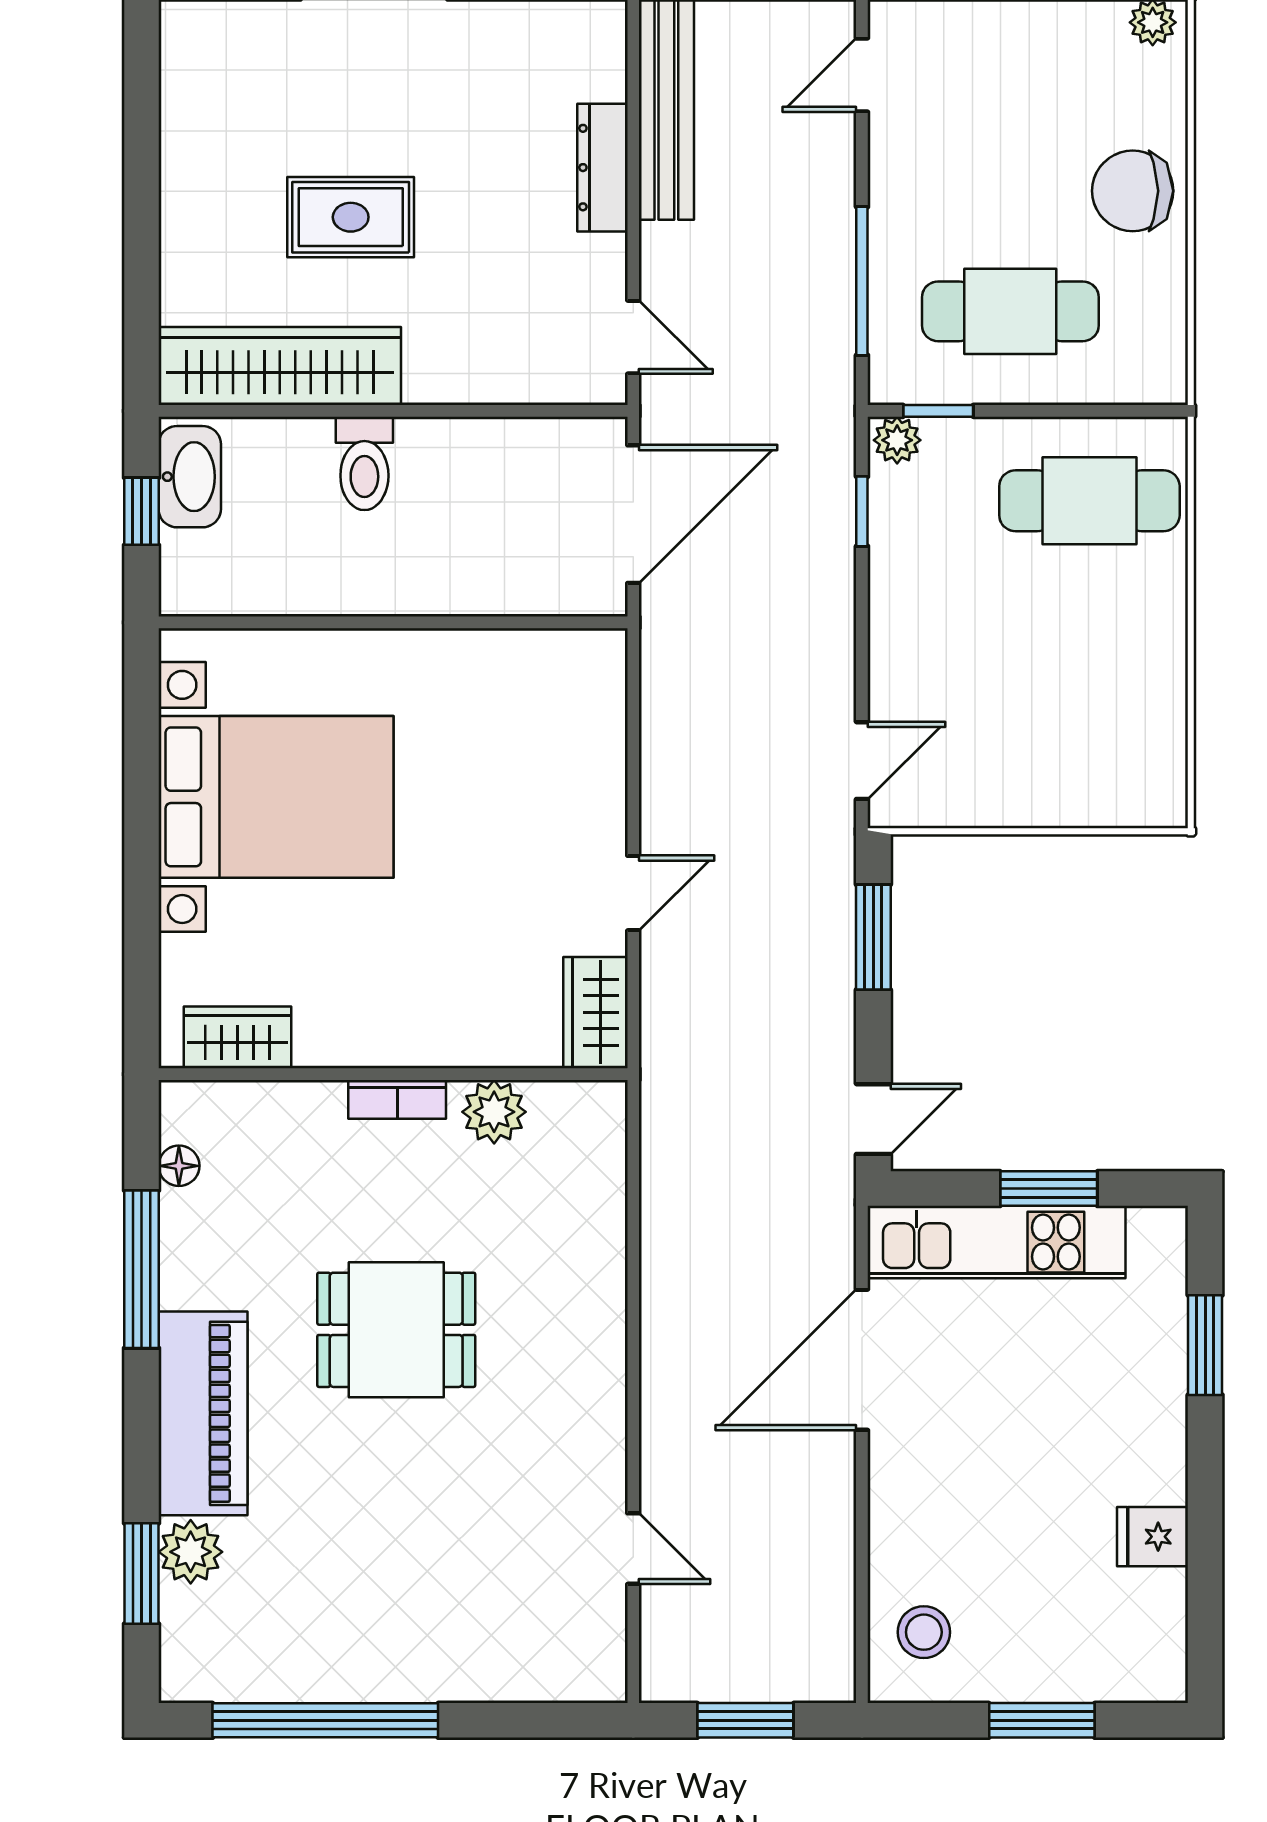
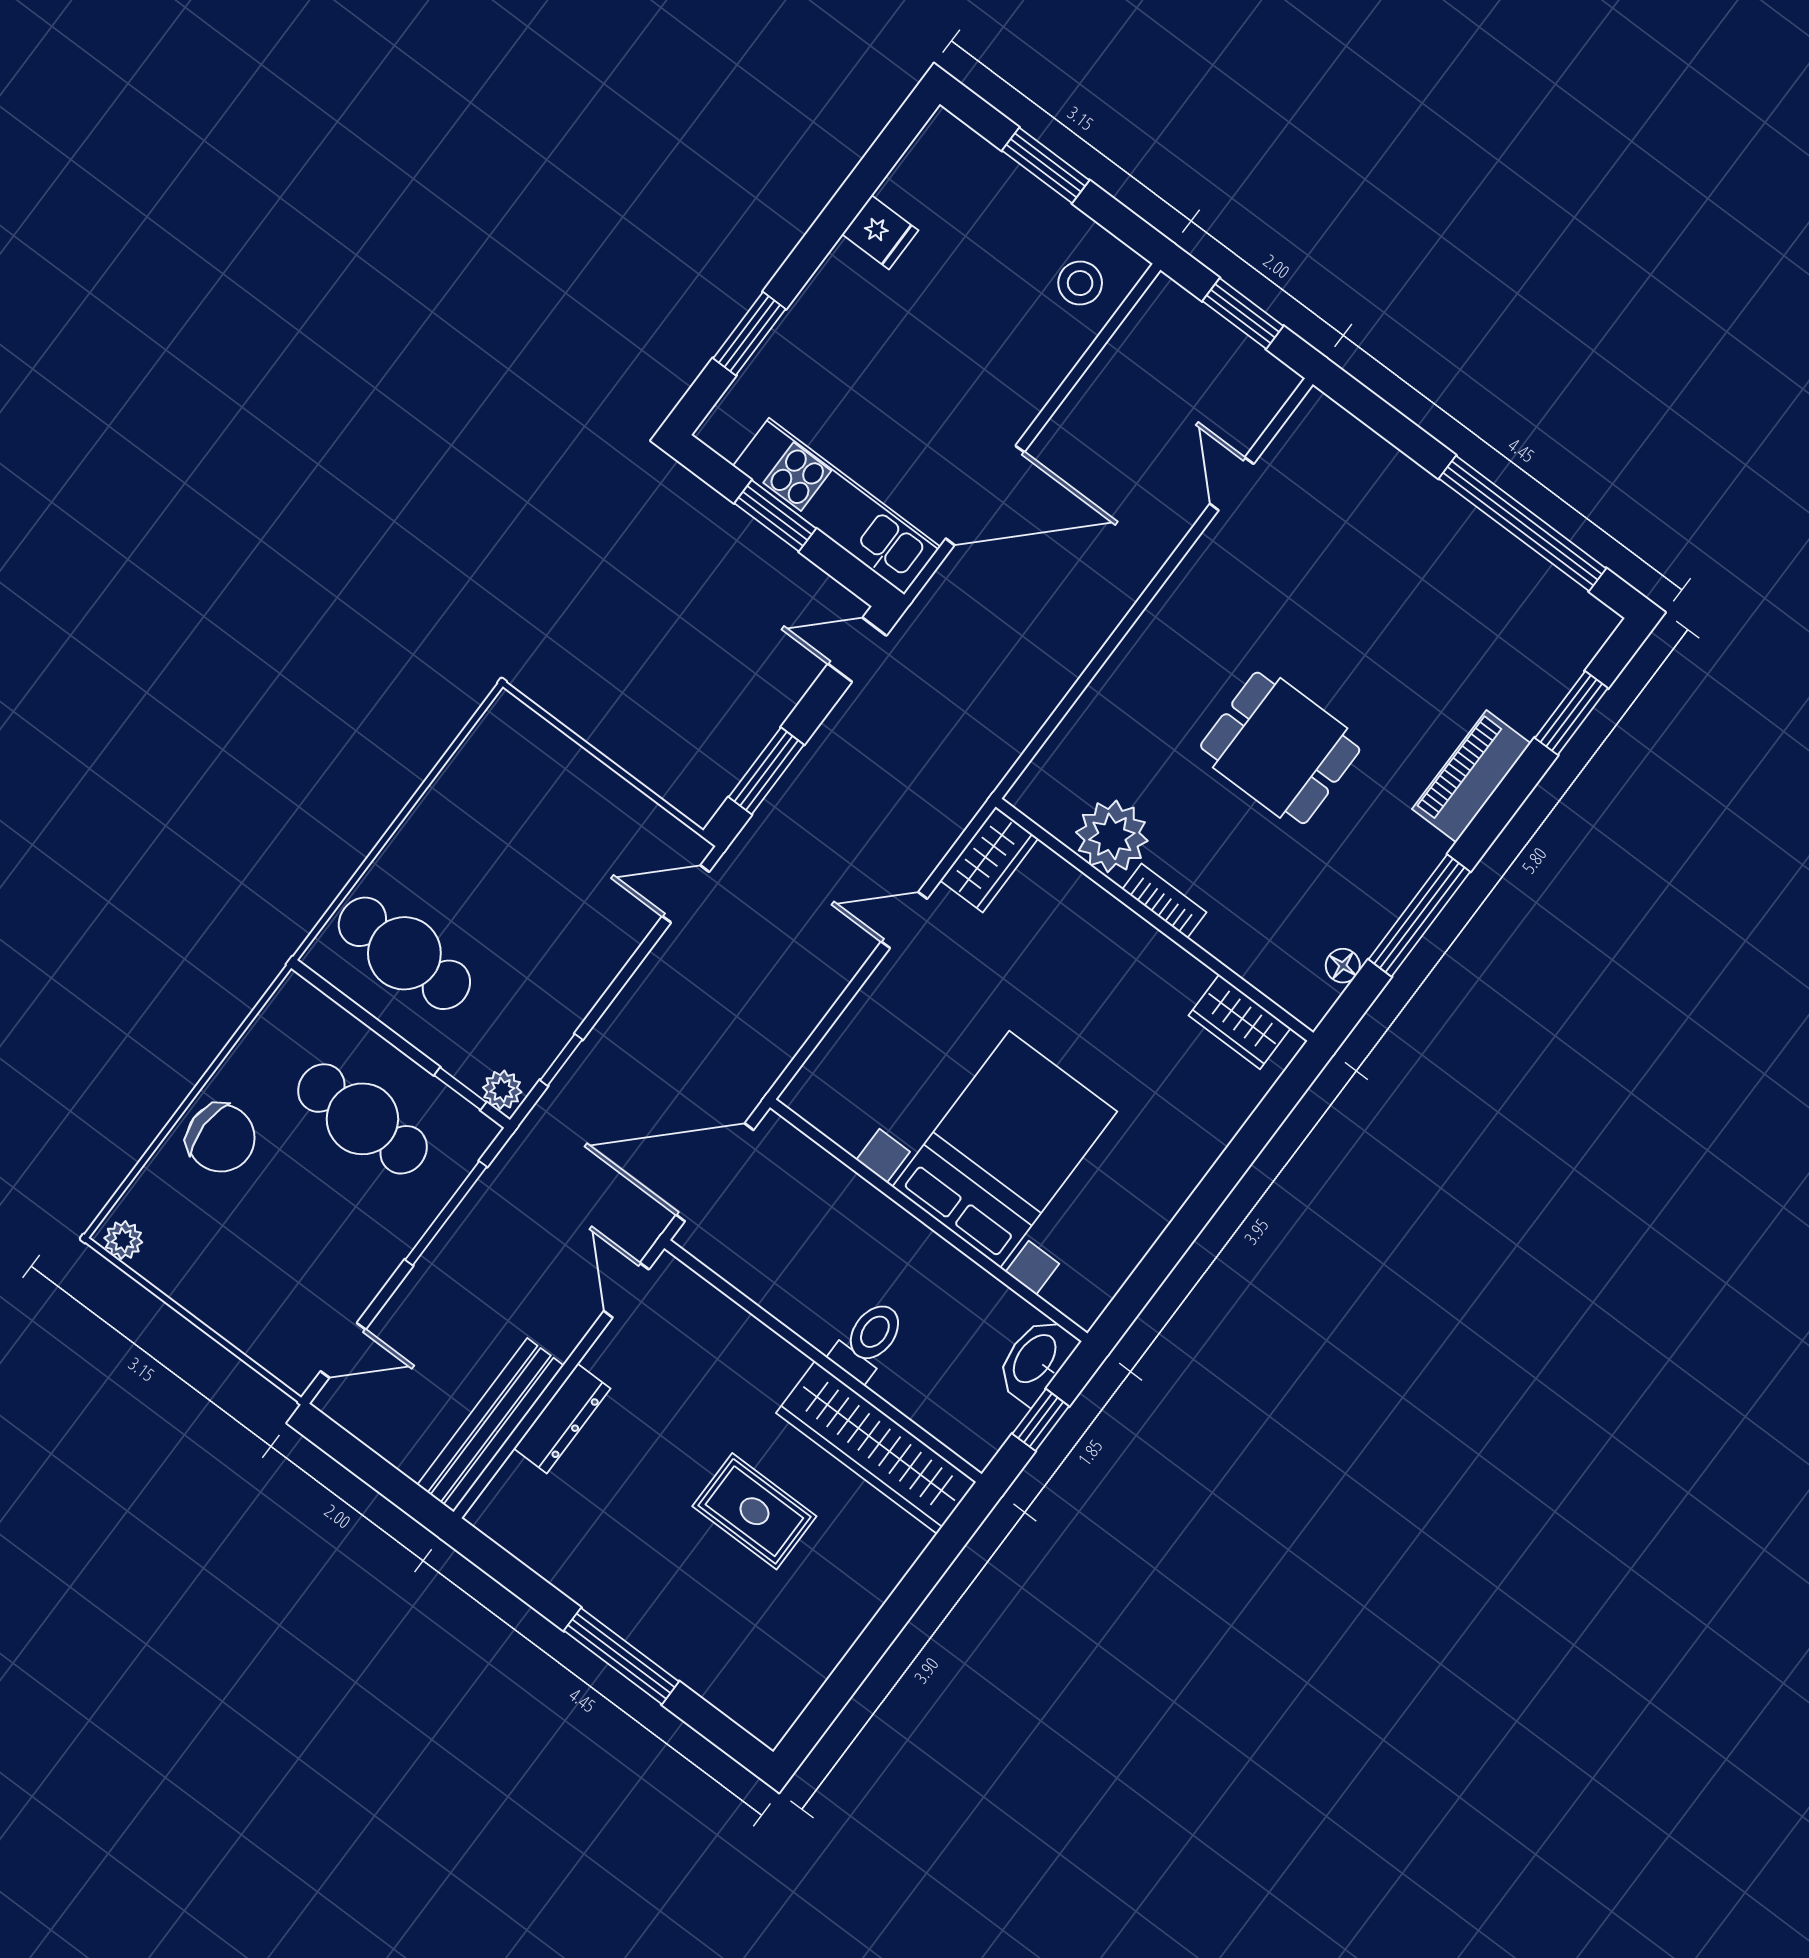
washbasin: (190, 477) -> (1036, 1360), moved
bed with nightstands: (276, 797) -> (1005, 1149), moved, turned 90
plant: (494, 1112) -> (1112, 836), width x1.36, depth x1.36
piano: (203, 1413) -> (1471, 776), width x0.73, depth x0.75
plant: (191, 1552) -> (1528, 703), removed

